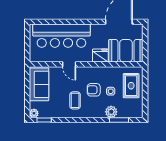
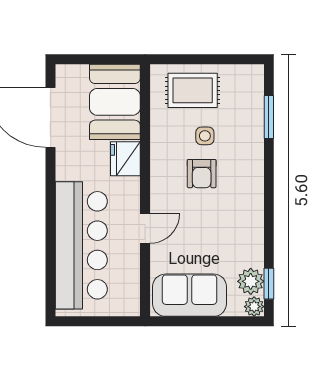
coffee table: (75, 100) -> (225, 215), removed
plant: (111, 112) -> (251, 281), moved

